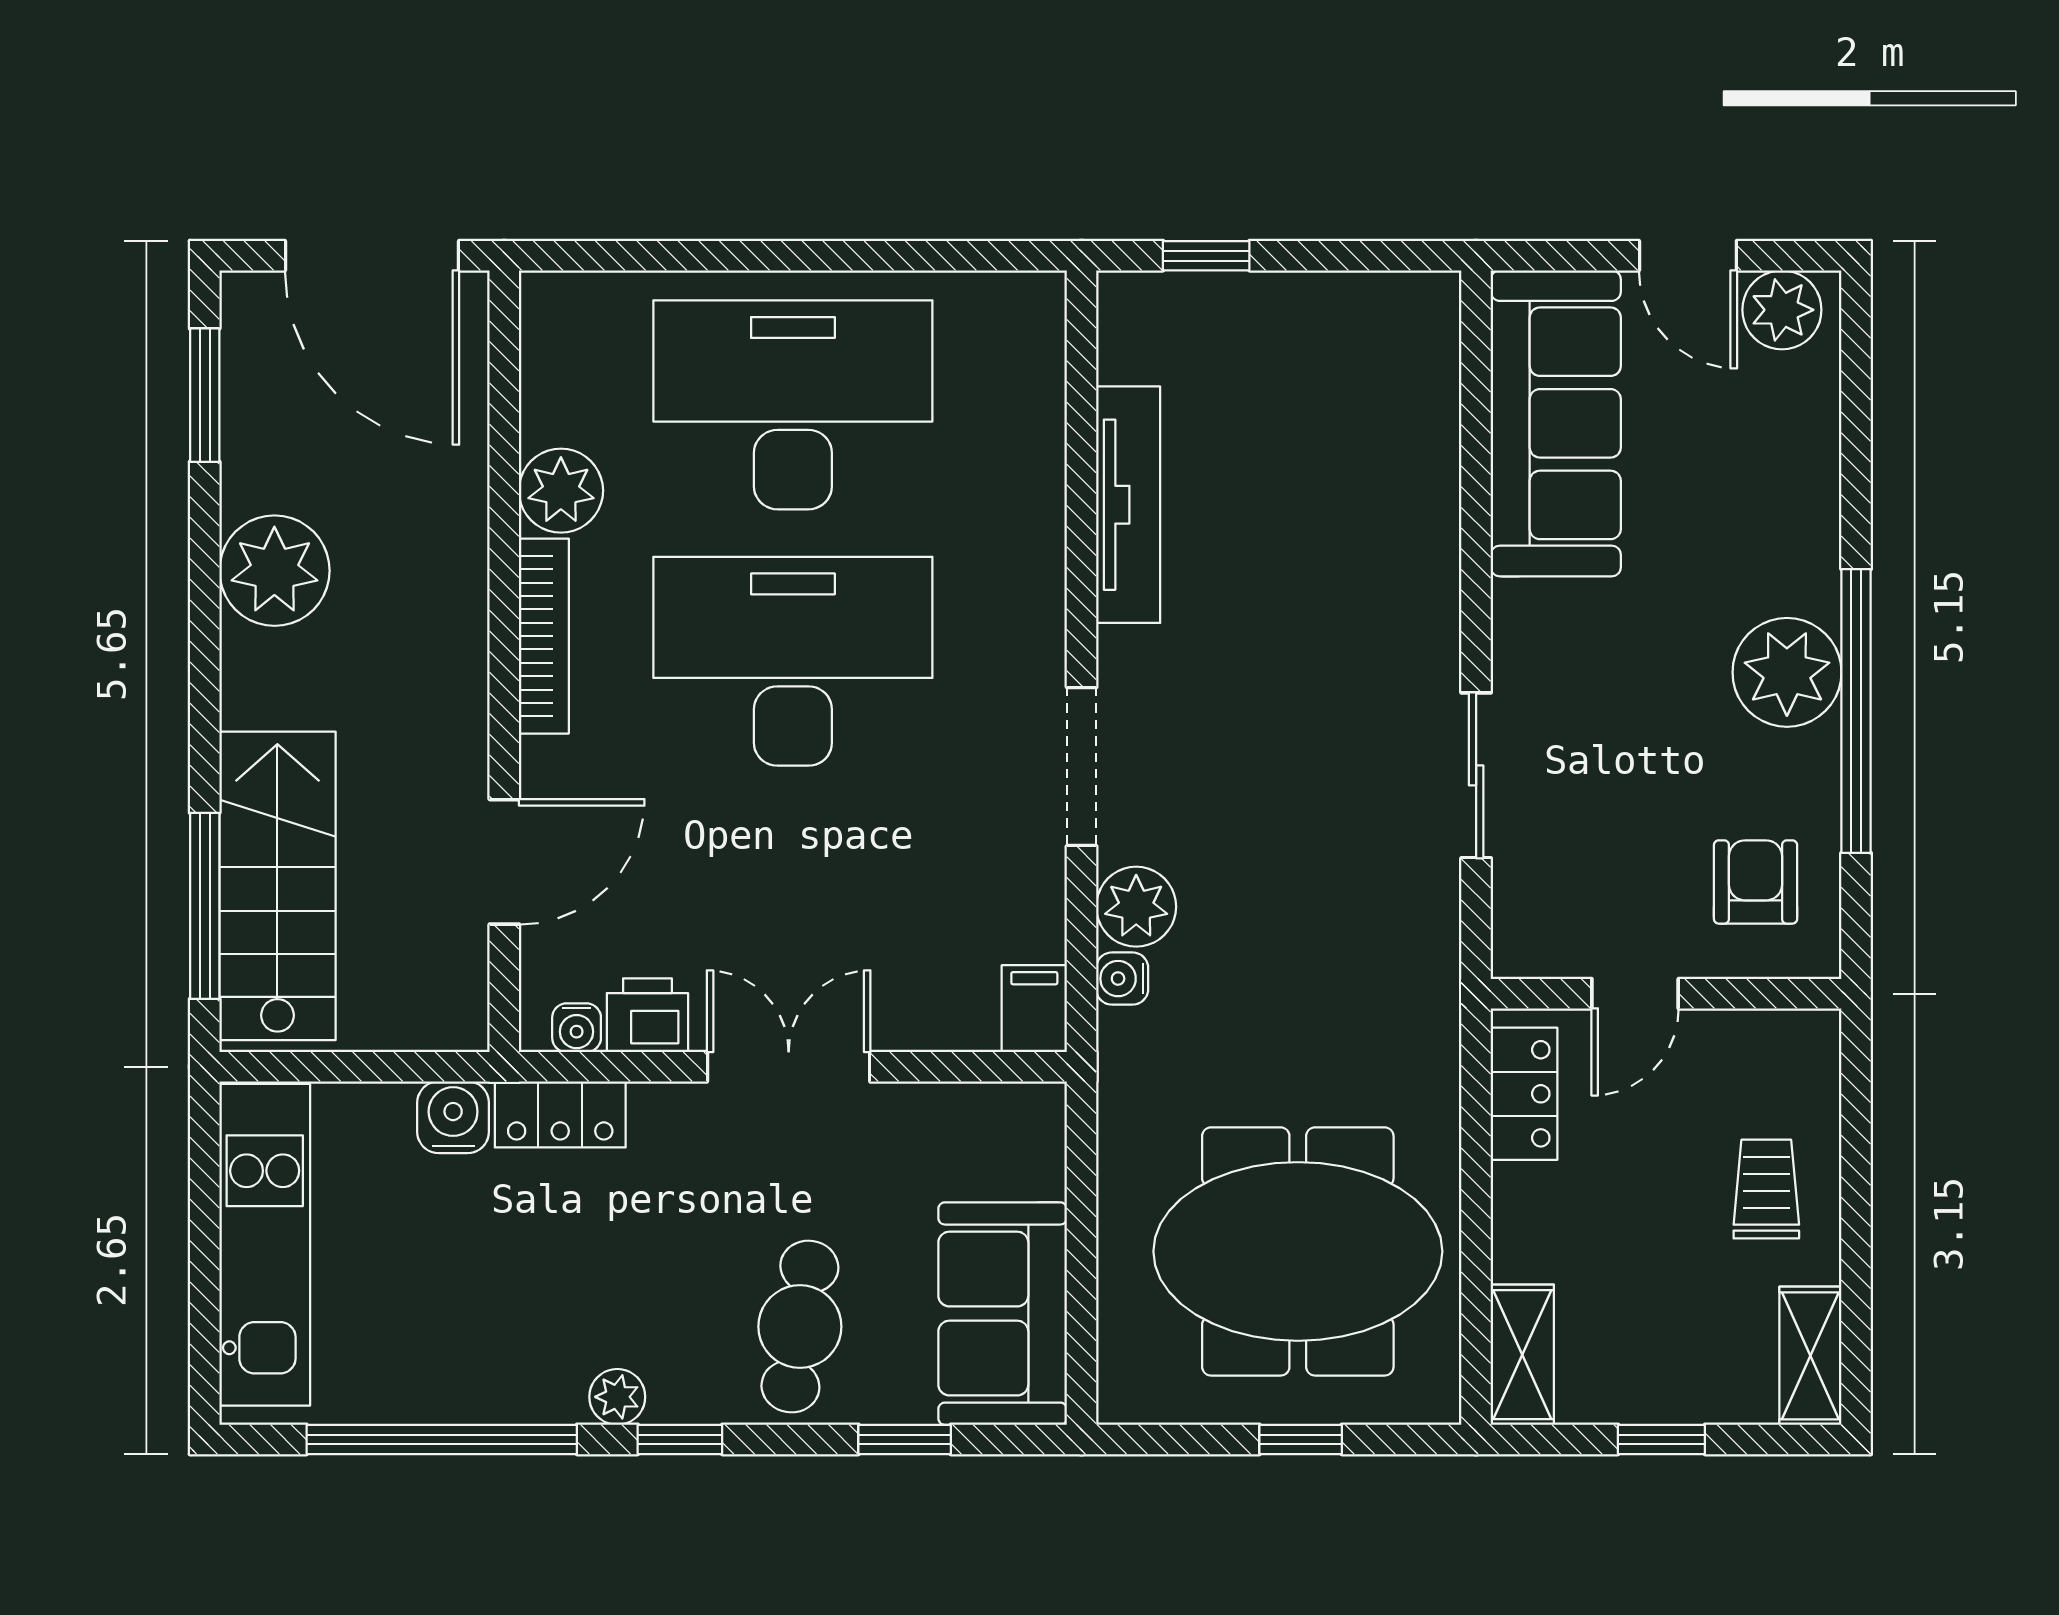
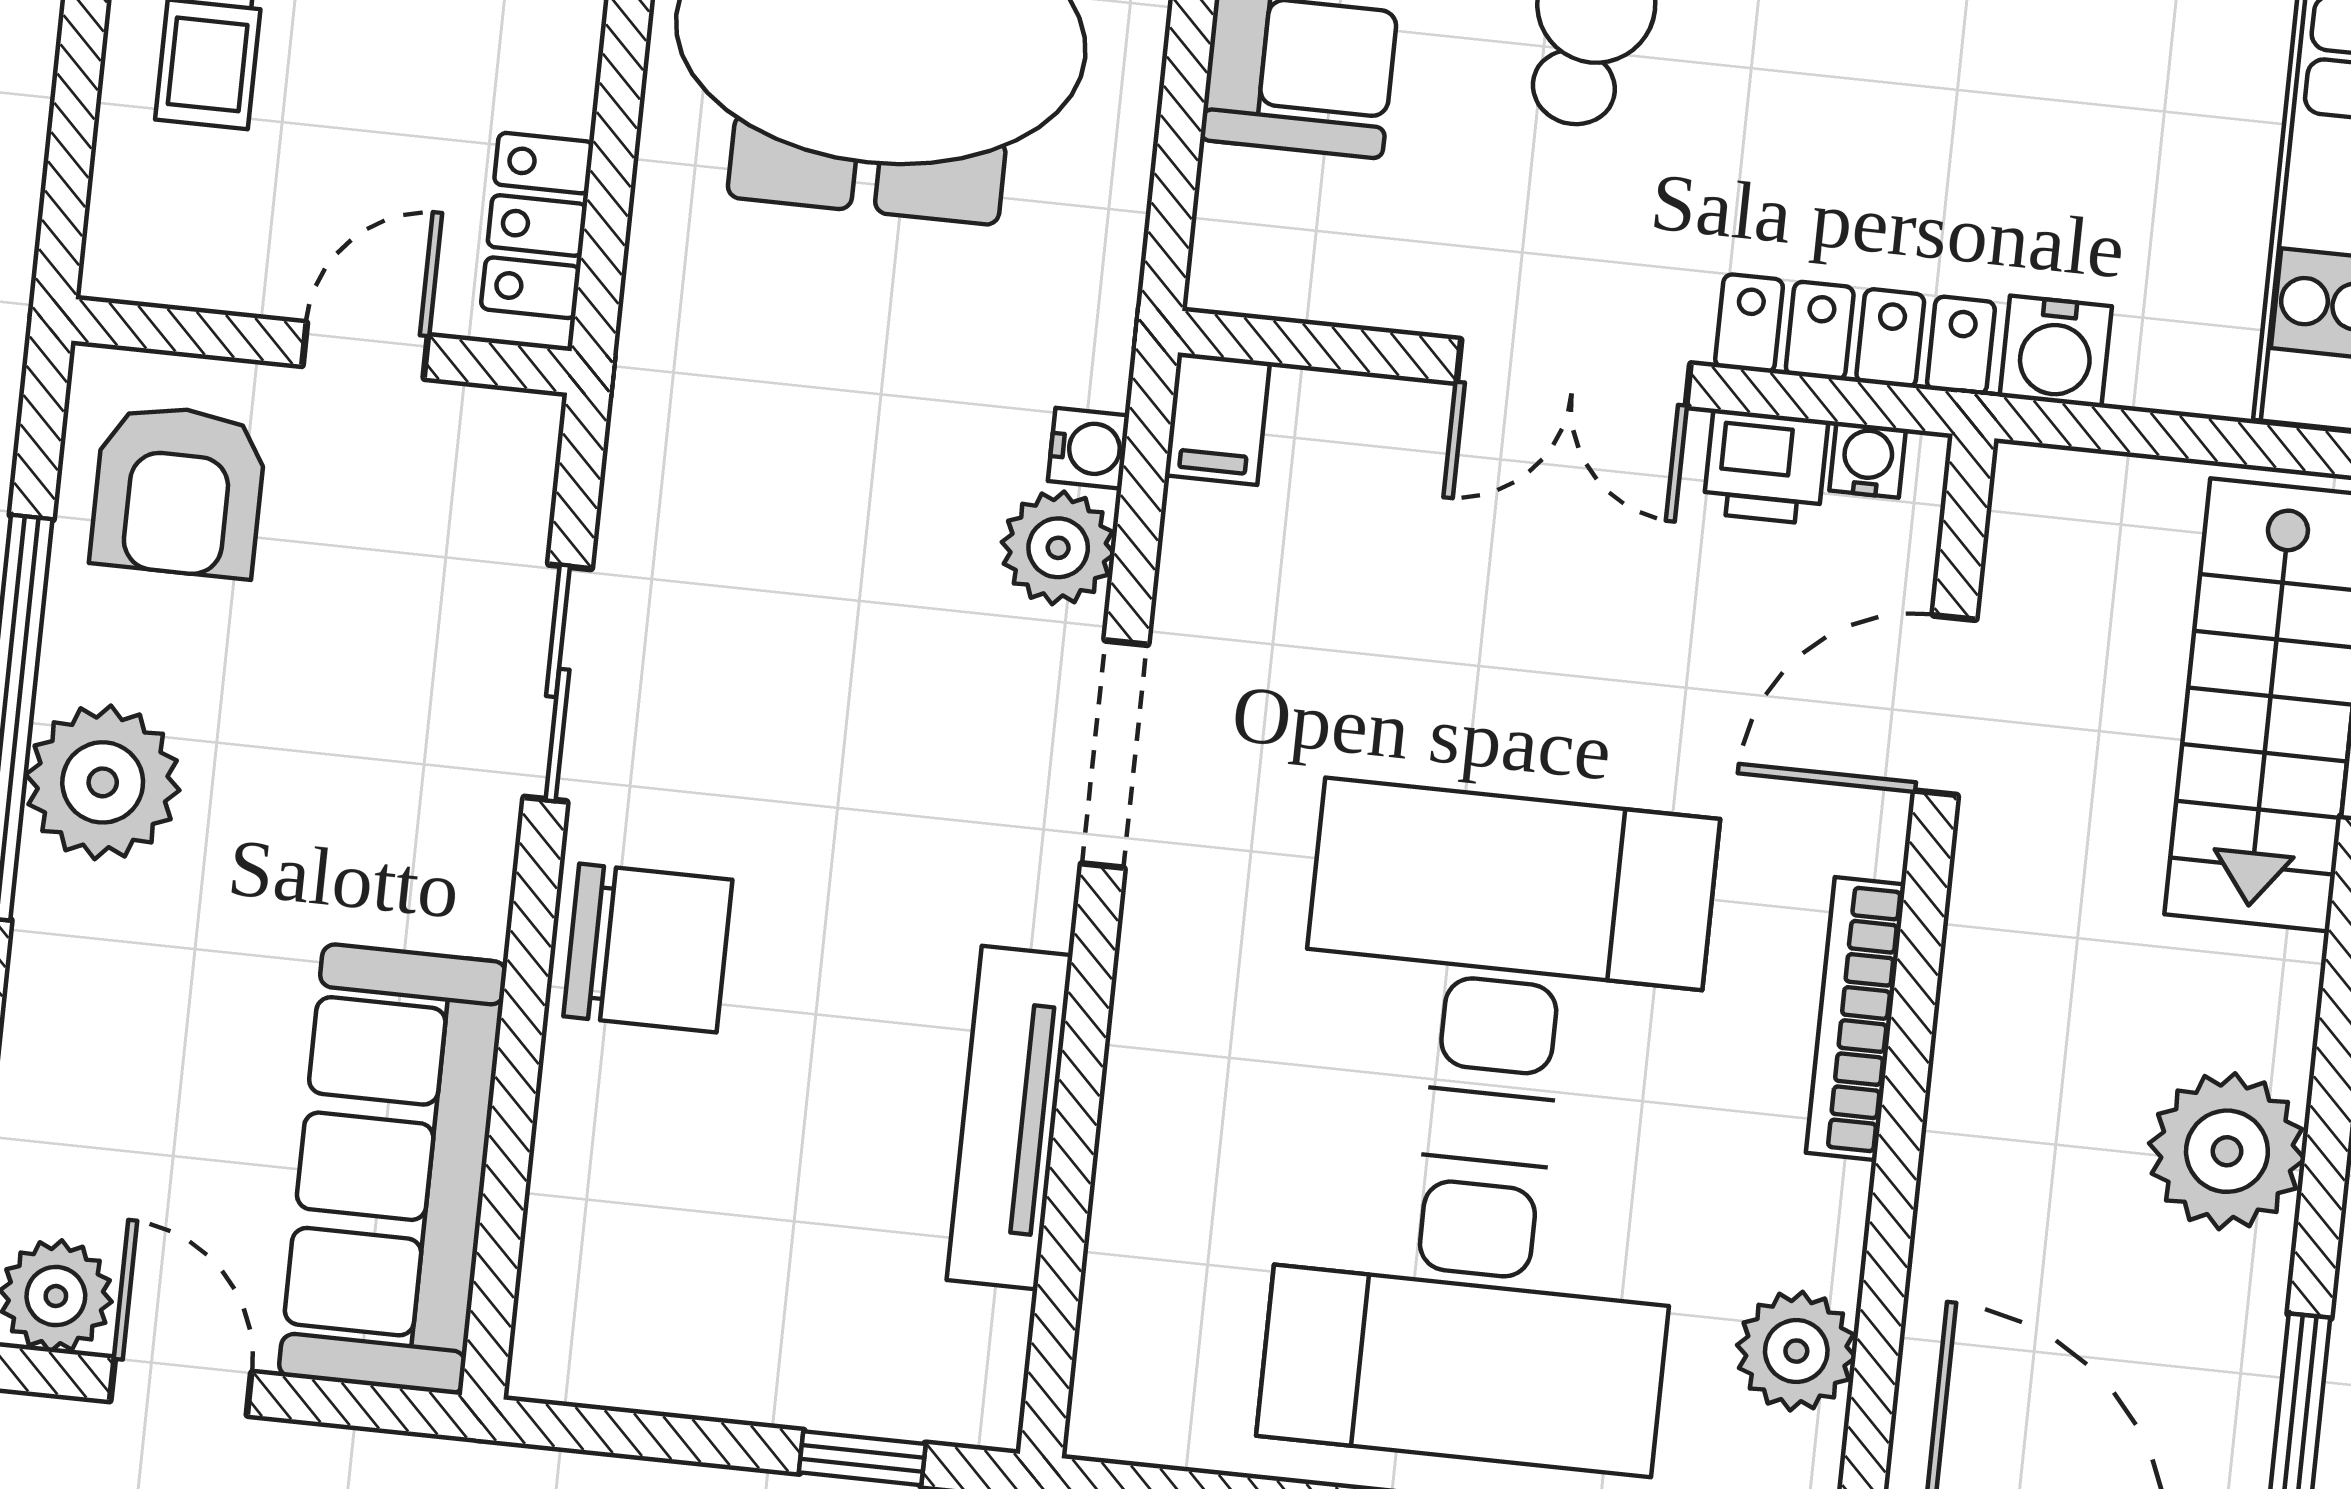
plant: (561, 491) -> (1796, 1351), moved
chair: (1394, 597) -> (648, 948), added
desk: (793, 661) -> (1507, 946), turned 180
armchair: (1756, 882) -> (178, 491), width x1.38, depth x1.38
locker: (560, 1114) -> (1855, 334), width x1.53

